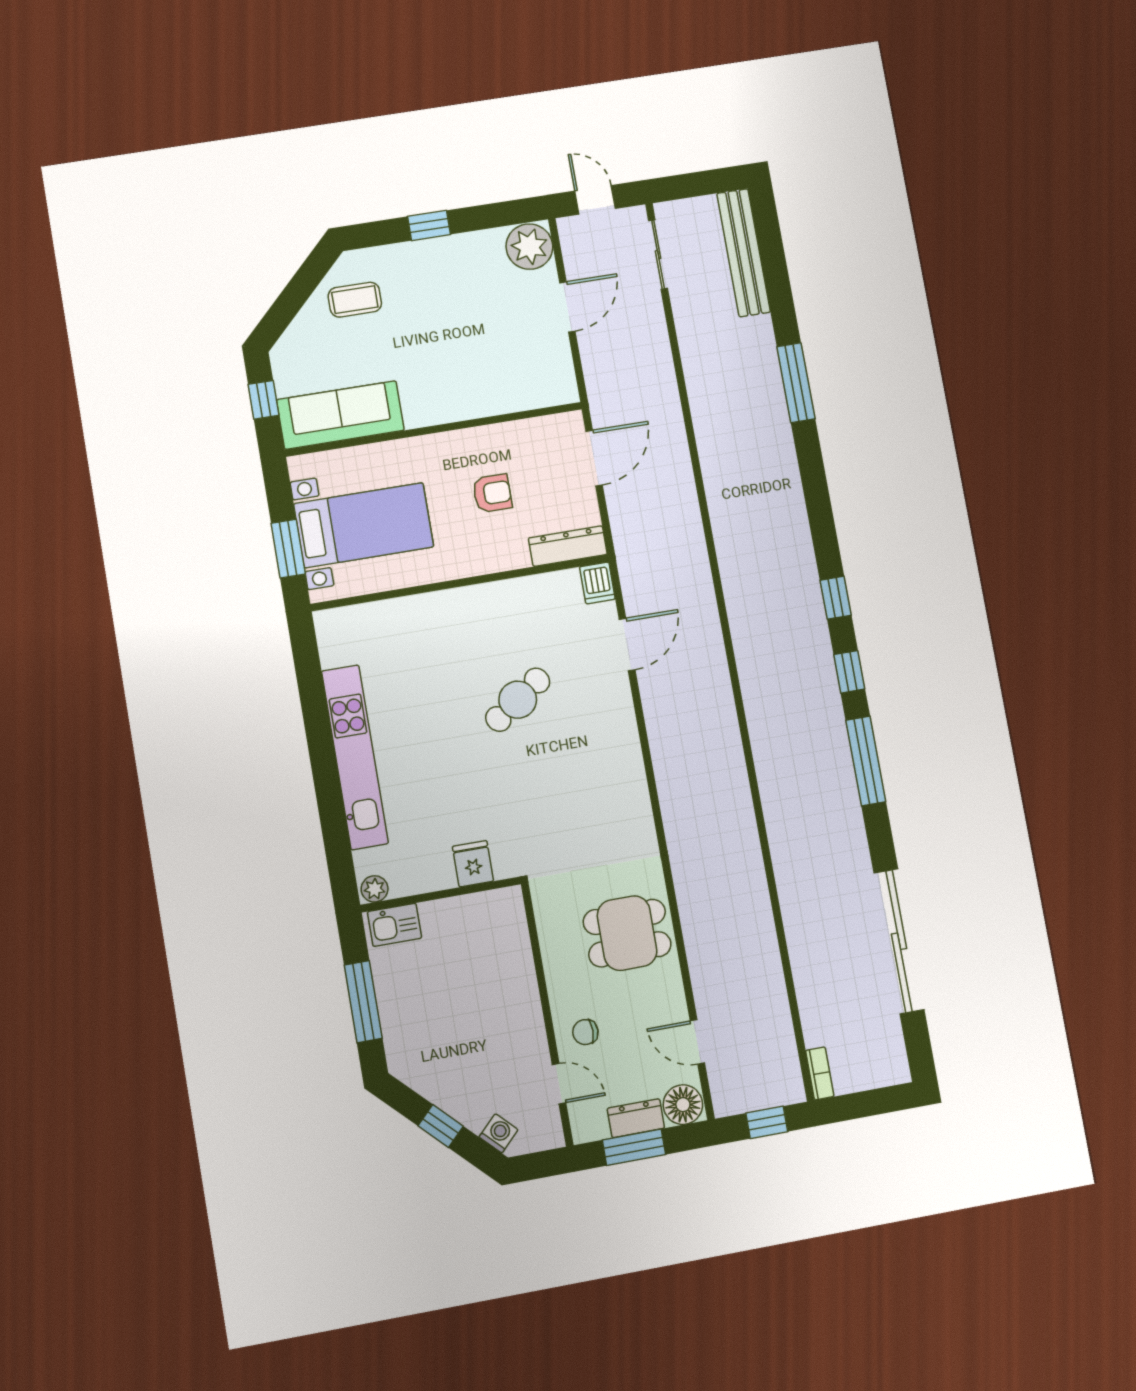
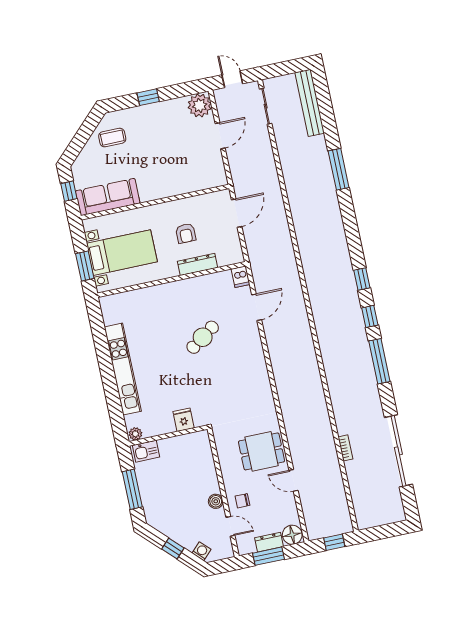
armchair: (492, 493) -> (186, 233), turned 90
dresser: (568, 546) -> (198, 264), moved
boiler: (531, 1032) -> (216, 501), added
door: (697, 1042) -> (293, 480), moved
bookcase: (820, 1073) -> (345, 448), moved

